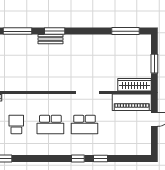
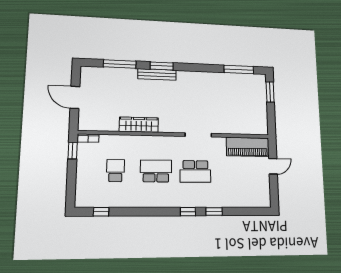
bench: (50, 39) -> (157, 74), width x1.36
window: (154, 64) -> (270, 92), moved
wardrobe: (134, 85) -> (139, 125), moved
school desk: (50, 125) -> (156, 171), turned 180

